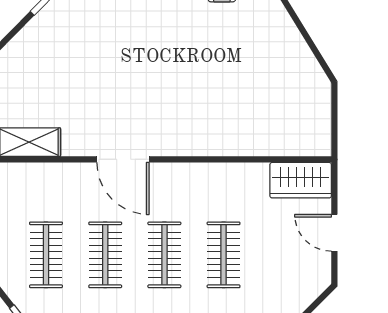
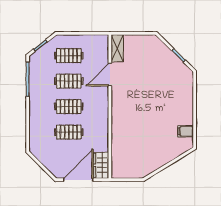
door: (123, 159) -> (110, 75), moved
door: (334, 233) -> (78, 180), width x1.88

